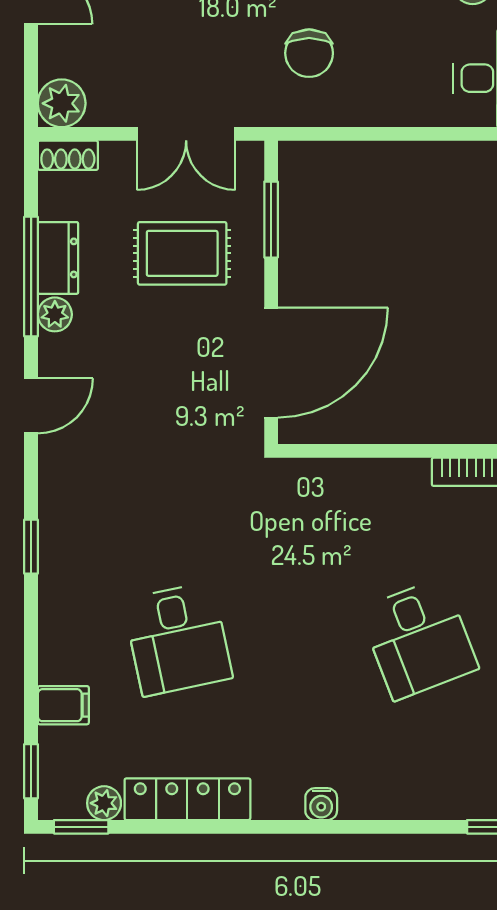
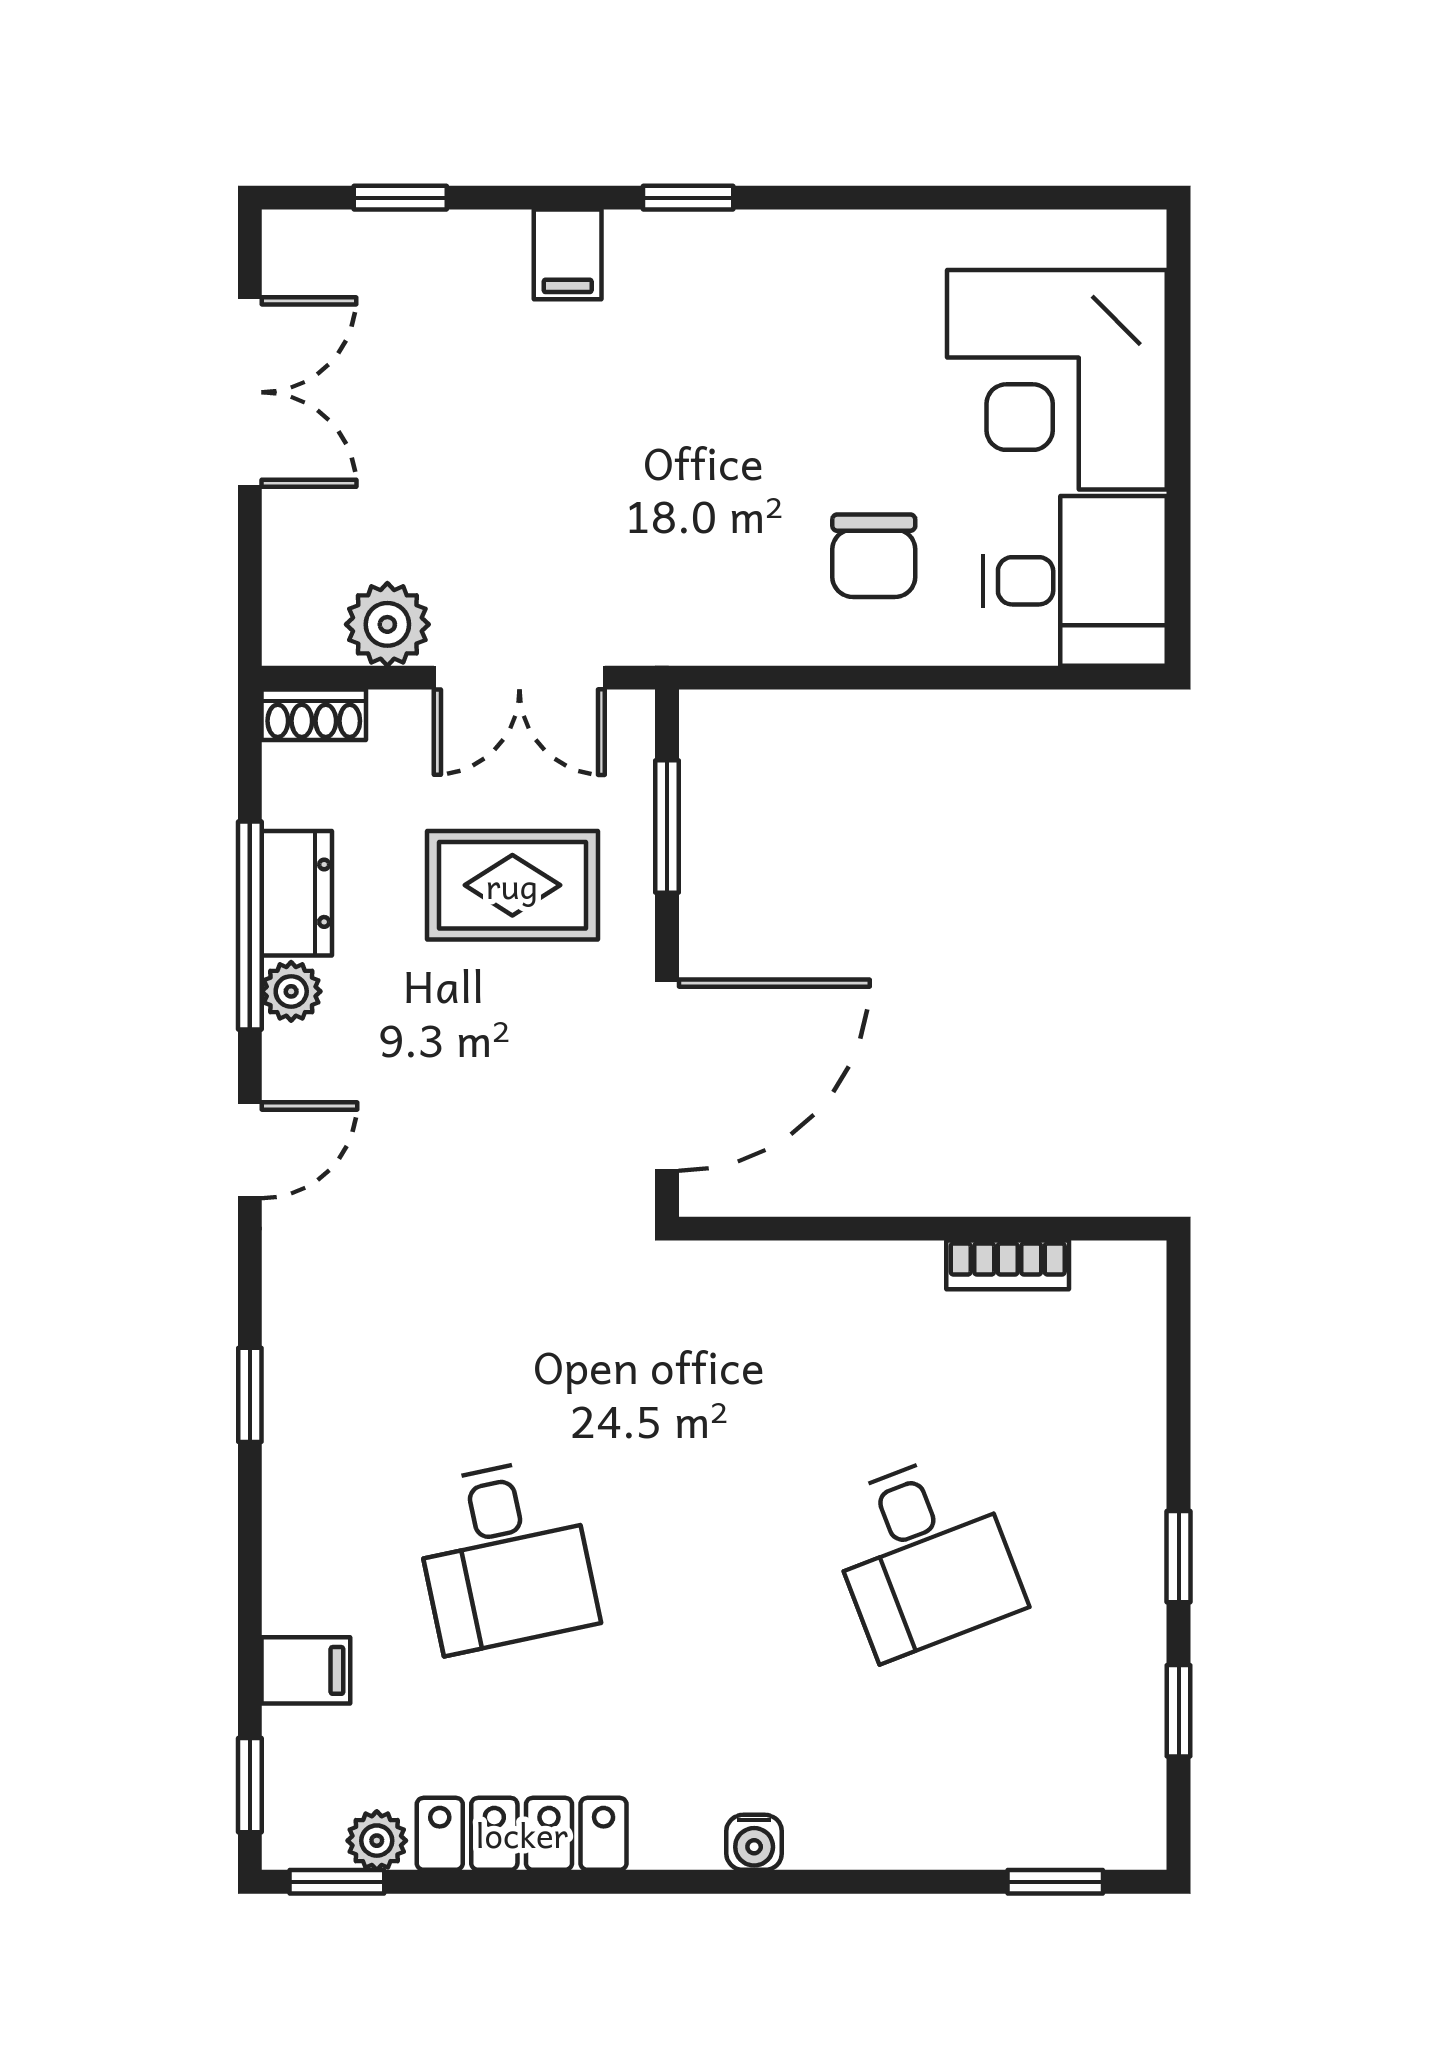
chair: (309, 53) -> (874, 556), moved
plant: (62, 103) -> (387, 624), moved

